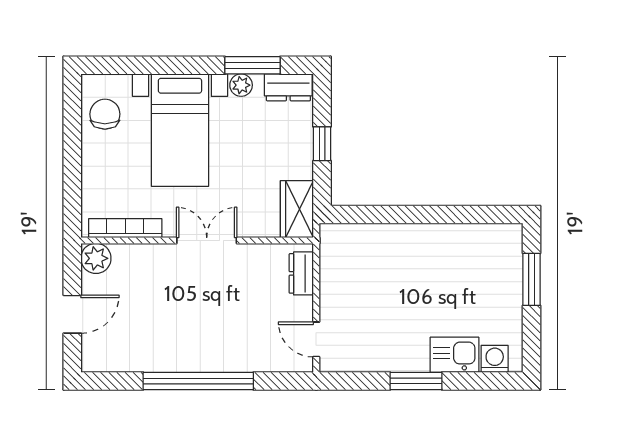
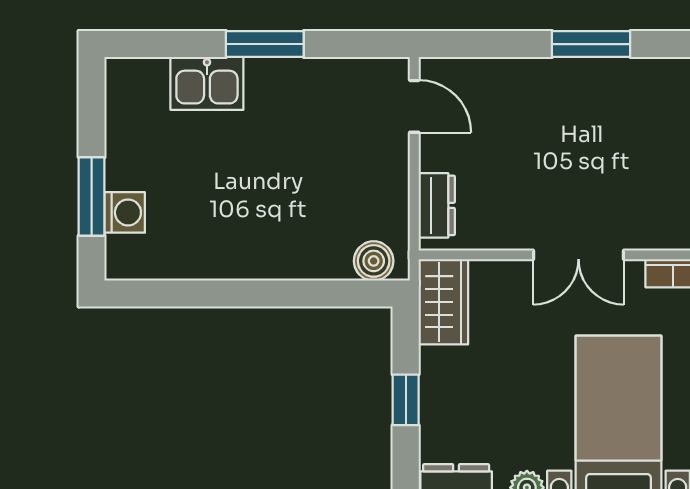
boiler: (343, 236) -> (374, 261), added
washing machine: (495, 359) -> (125, 212), moved, turned -90
window: (198, 381) -> (591, 44), width x0.47

